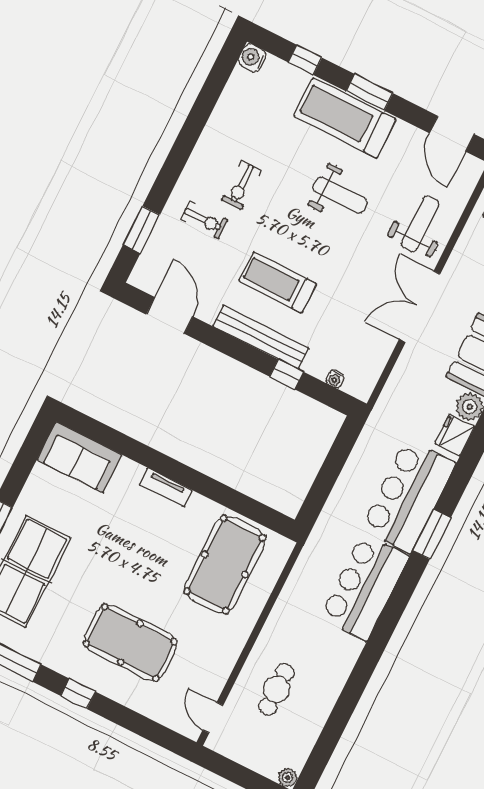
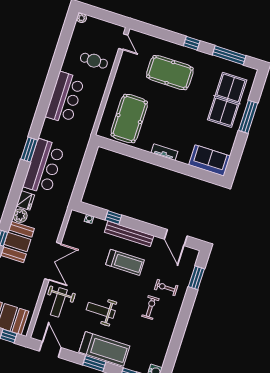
bar counter: (364, 587) -> (65, 98), moved
cafe table: (276, 689) -> (94, 61), turned 90

